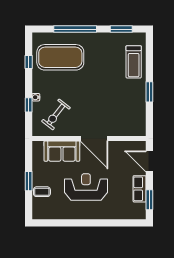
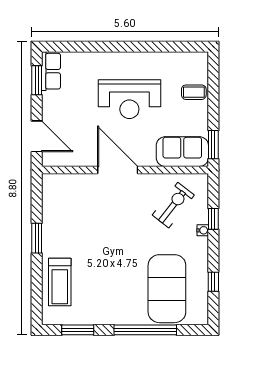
exercise mat: (60, 57) -> (167, 289), turned 90
treadmill: (134, 62) -> (60, 282), turned 180
sofa: (62, 151) -> (182, 152), moved
window: (29, 181) -> (213, 145), moved
row of seats: (140, 189) -> (51, 71), moved

